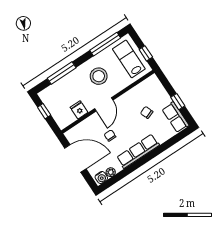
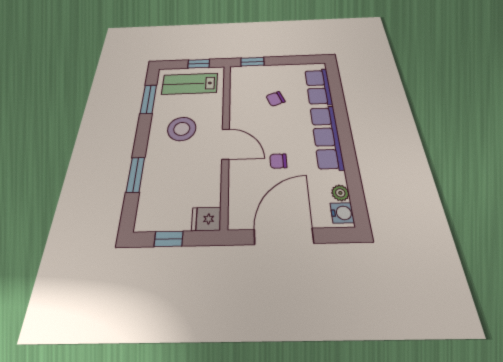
window: (105, 44) -> (148, 99), width x0.69
window: (62, 73) -> (136, 175), width x0.69
window: (178, 102) -> (252, 62), moved
fridge: (79, 110) -> (206, 219), moved
row of seats: (175, 117) -> (318, 87), moved, turned 90

